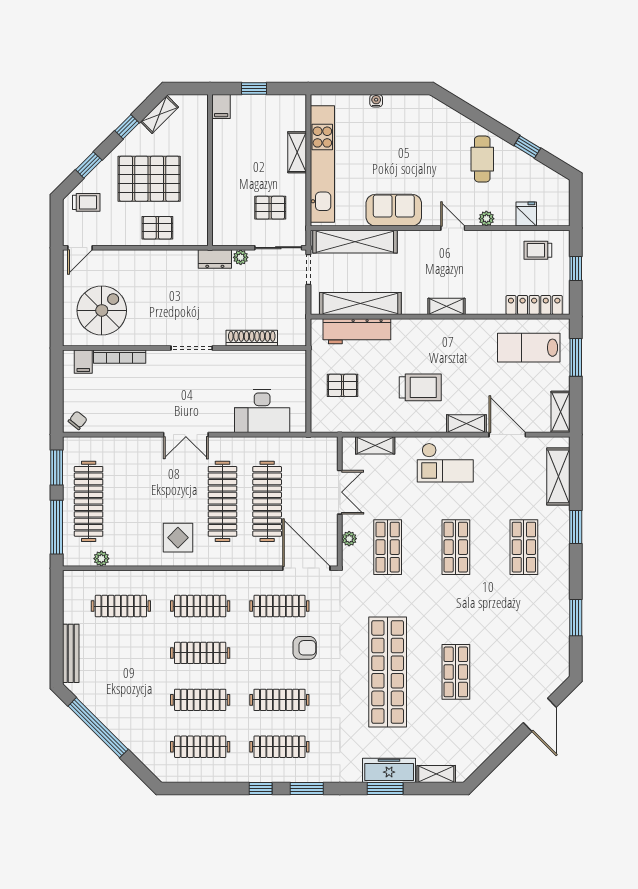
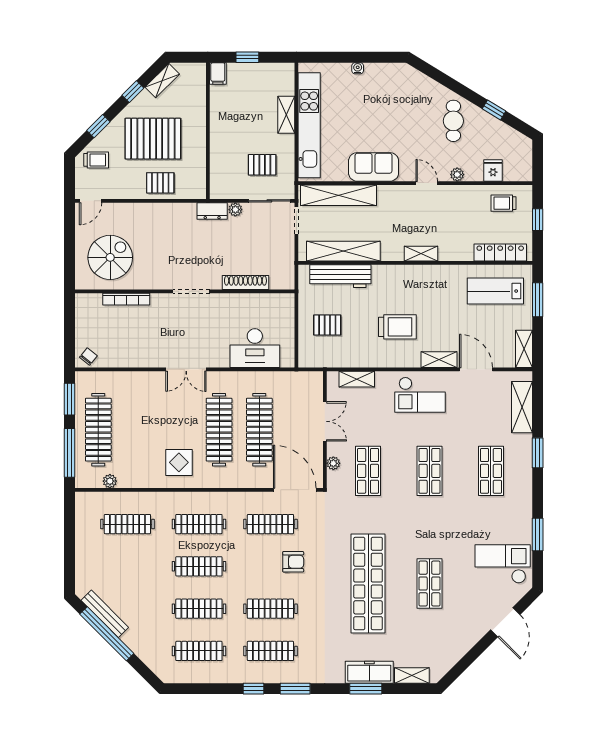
filing cabinet: (83, 362) -> (93, 304), removed
checkout: (537, 650) -> (503, 564), added
bench: (71, 653) -> (105, 614), moved, turned -45

